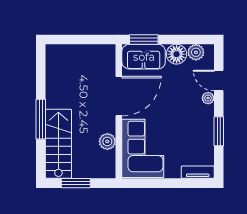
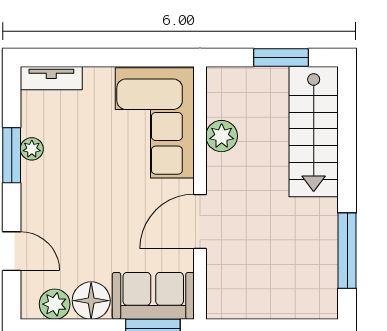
door: (119, 96) -> (200, 221), width x0.73
plant: (208, 98) -> (32, 149), moved
window: (41, 119) -> (347, 251), moved

